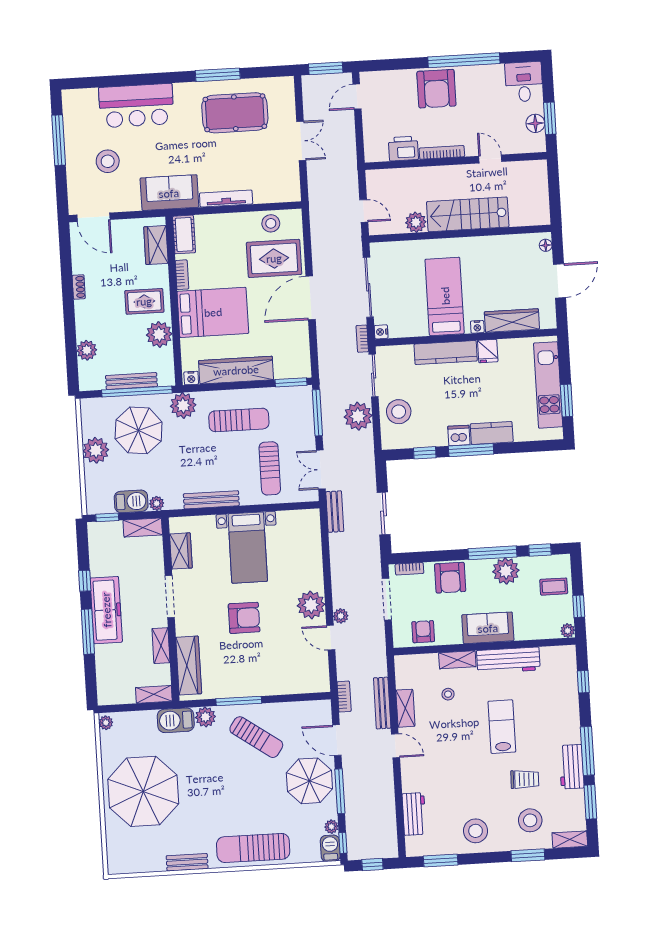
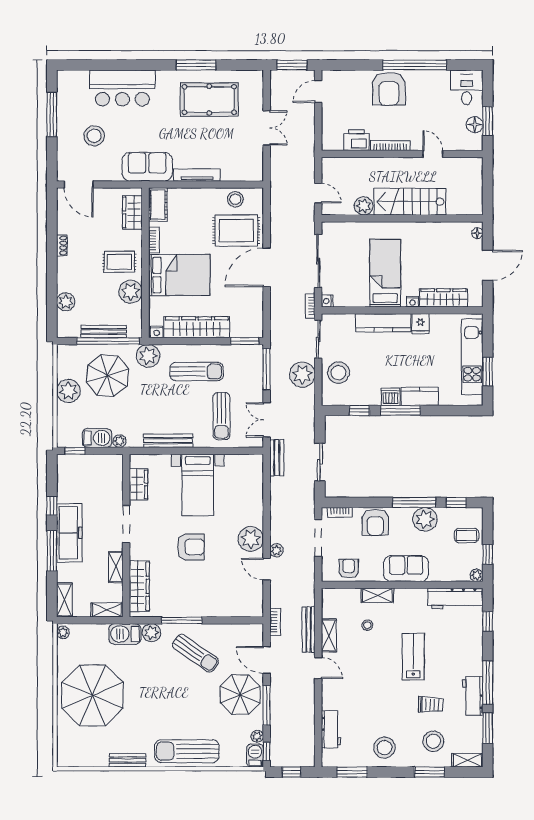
shelving: (143, 528) -> (64, 600), moved, turned 90
workbench: (508, 660) -> (455, 598), moved

